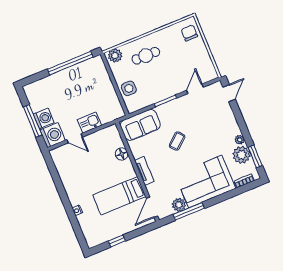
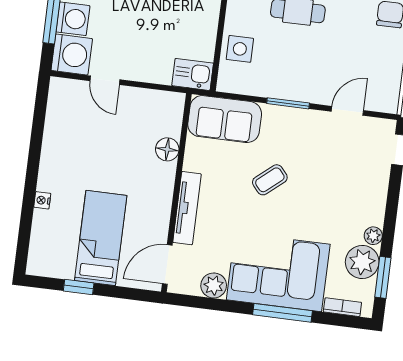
kitchen sink: (89, 123) -> (193, 74), moved
tv unit: (144, 171) -> (187, 208), width x1.41
bed: (119, 196) -> (101, 238), moved, turned 90
window: (189, 211) -> (282, 313), moved

